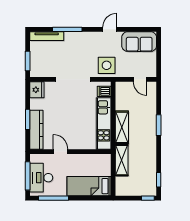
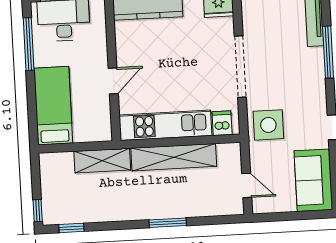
door: (140, 79) -> (247, 185), swing flipped
shelving: (122, 127) -> (174, 157), width x1.47
door: (60, 152) -> (113, 81), moved

